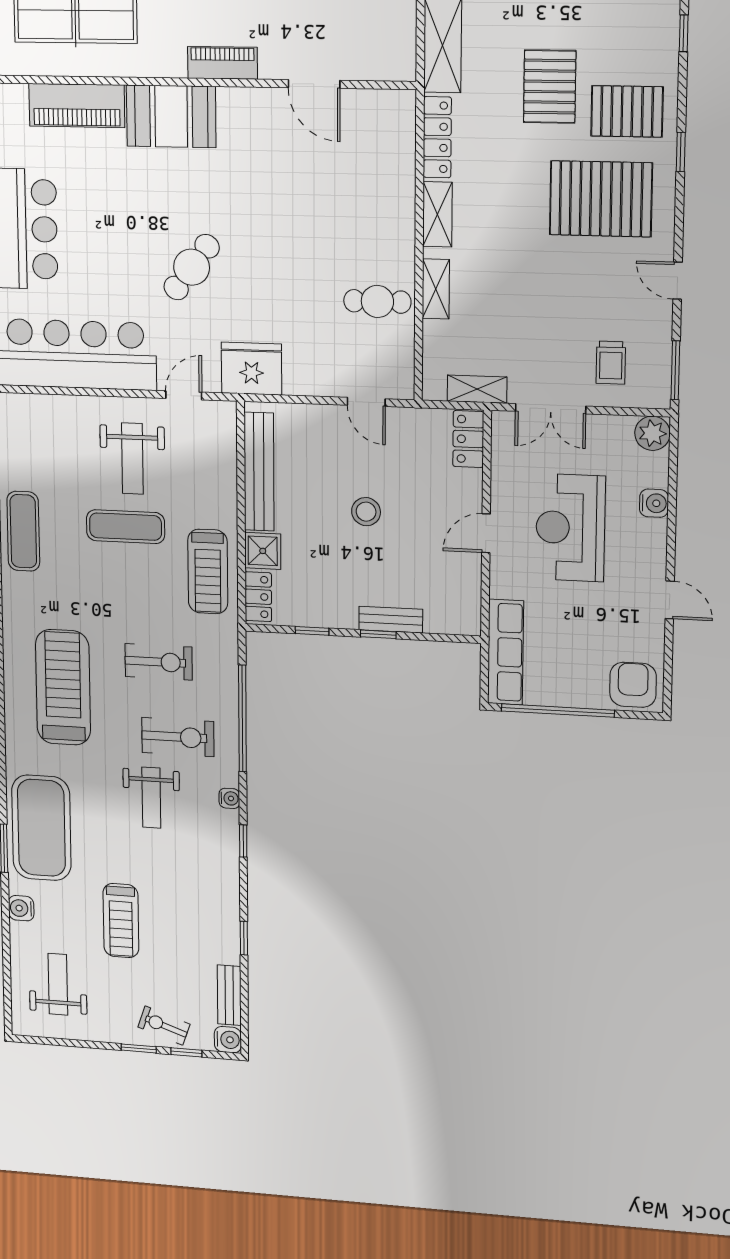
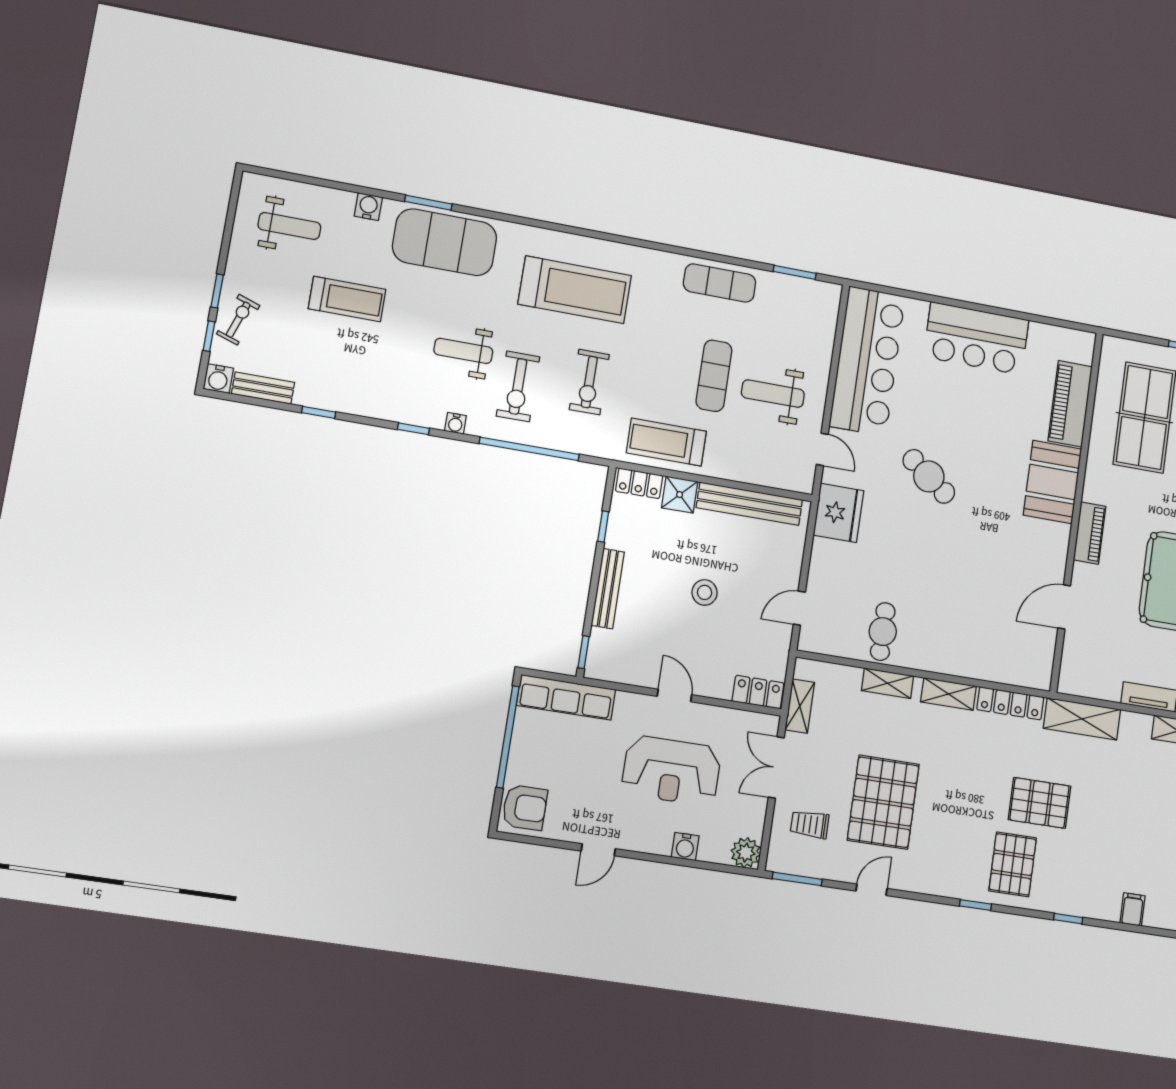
pallet: (601, 199) -> (883, 802), moved
reception desk: (570, 528) -> (671, 771), turned 180
bench: (391, 620) -> (608, 589), width x1.36
window: (378, 634) -> (584, 652), moved
treadmill: (121, 921) -> (347, 299), turned 180

